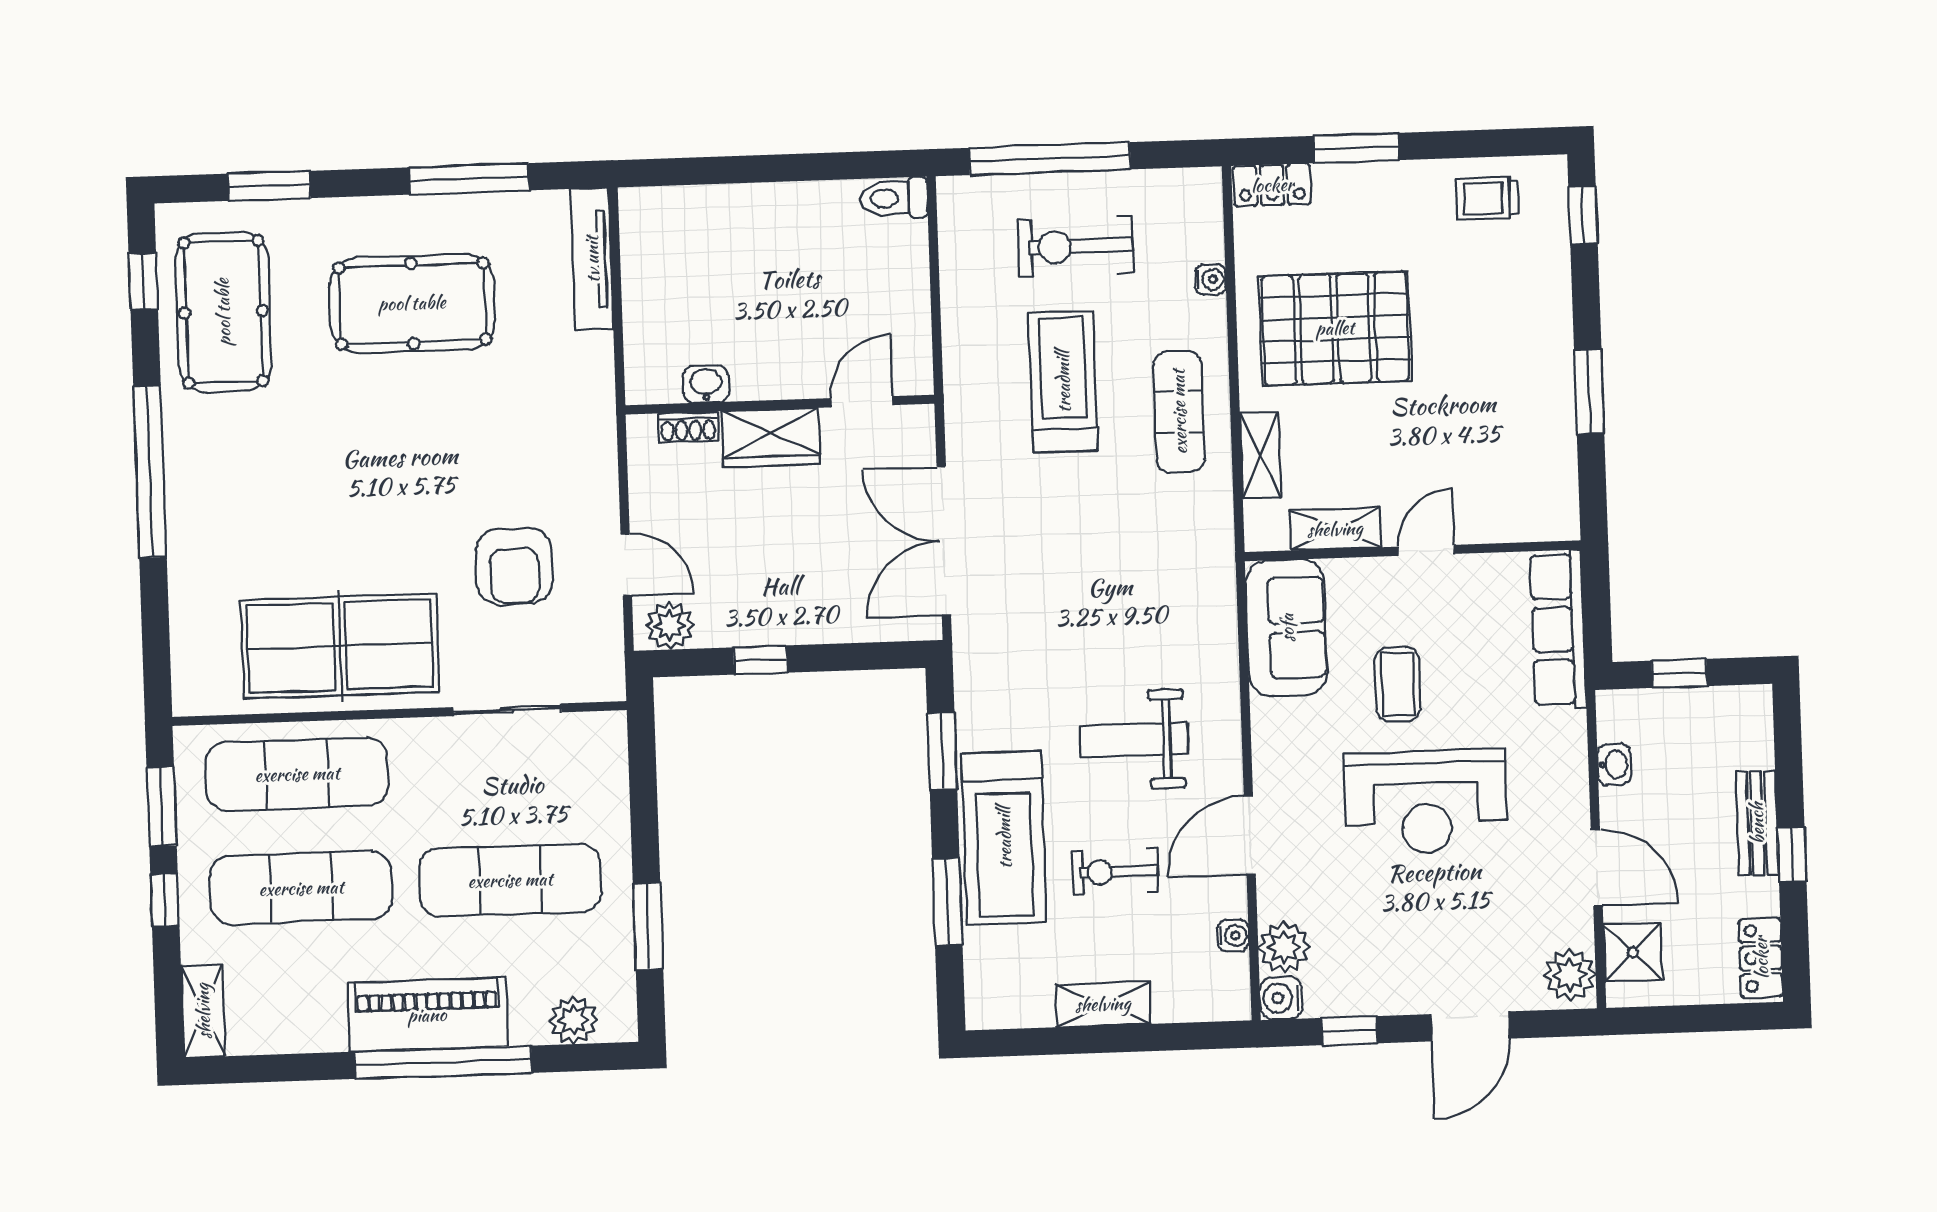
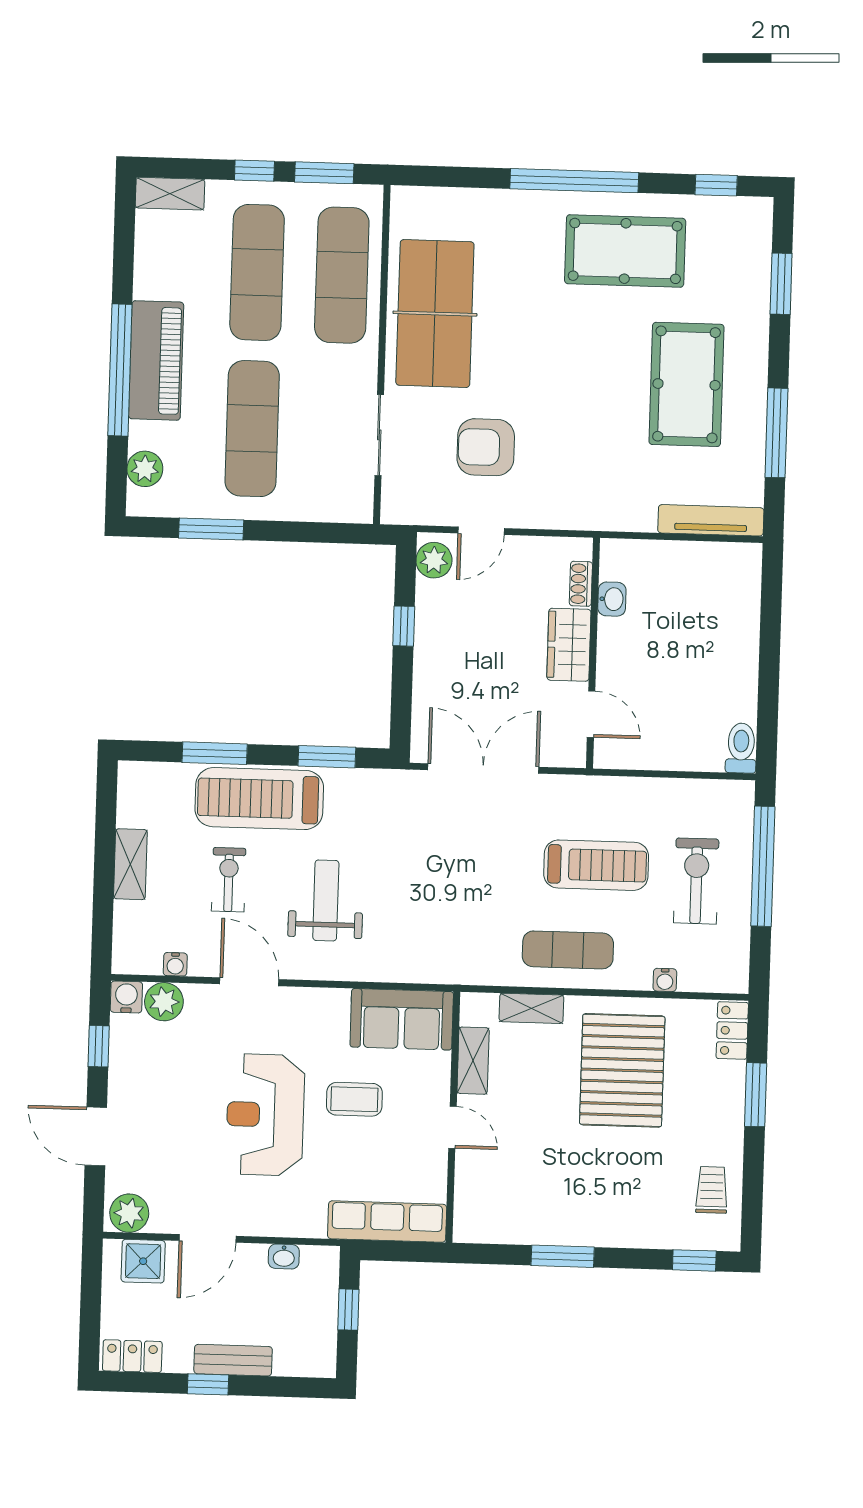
pool table: (223, 312) -> (625, 251), moved

